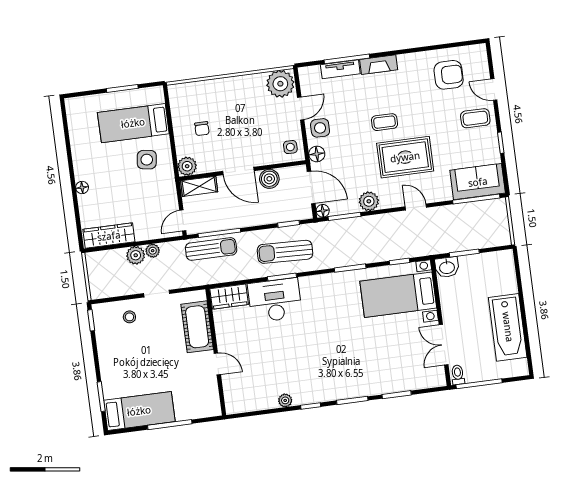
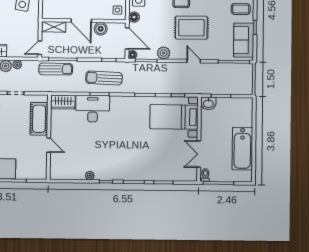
plant: (187, 166) -> (48, 13), removed
sofa: (478, 182) -> (244, 40), moved, turned -90

